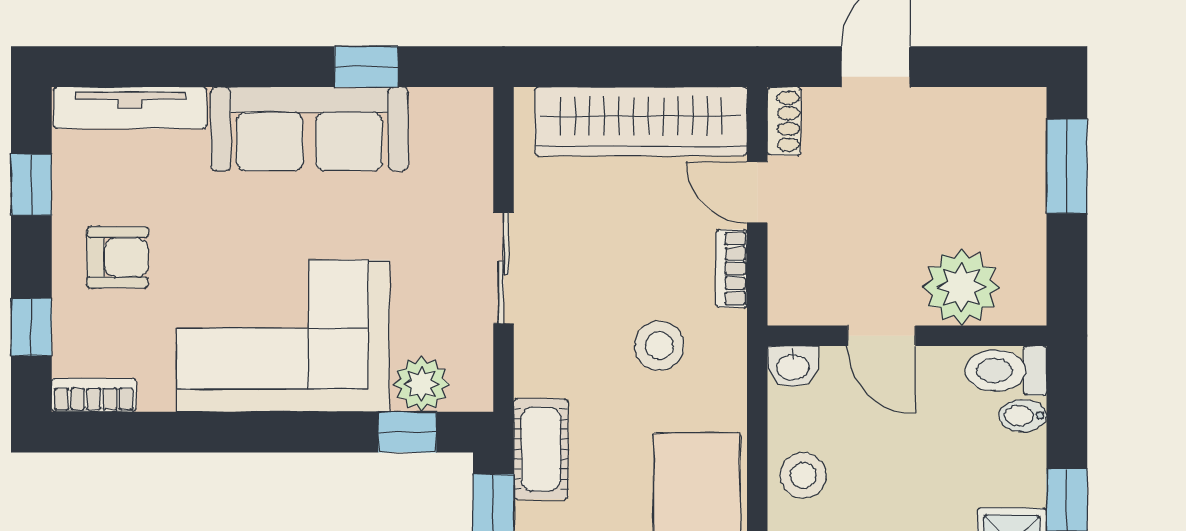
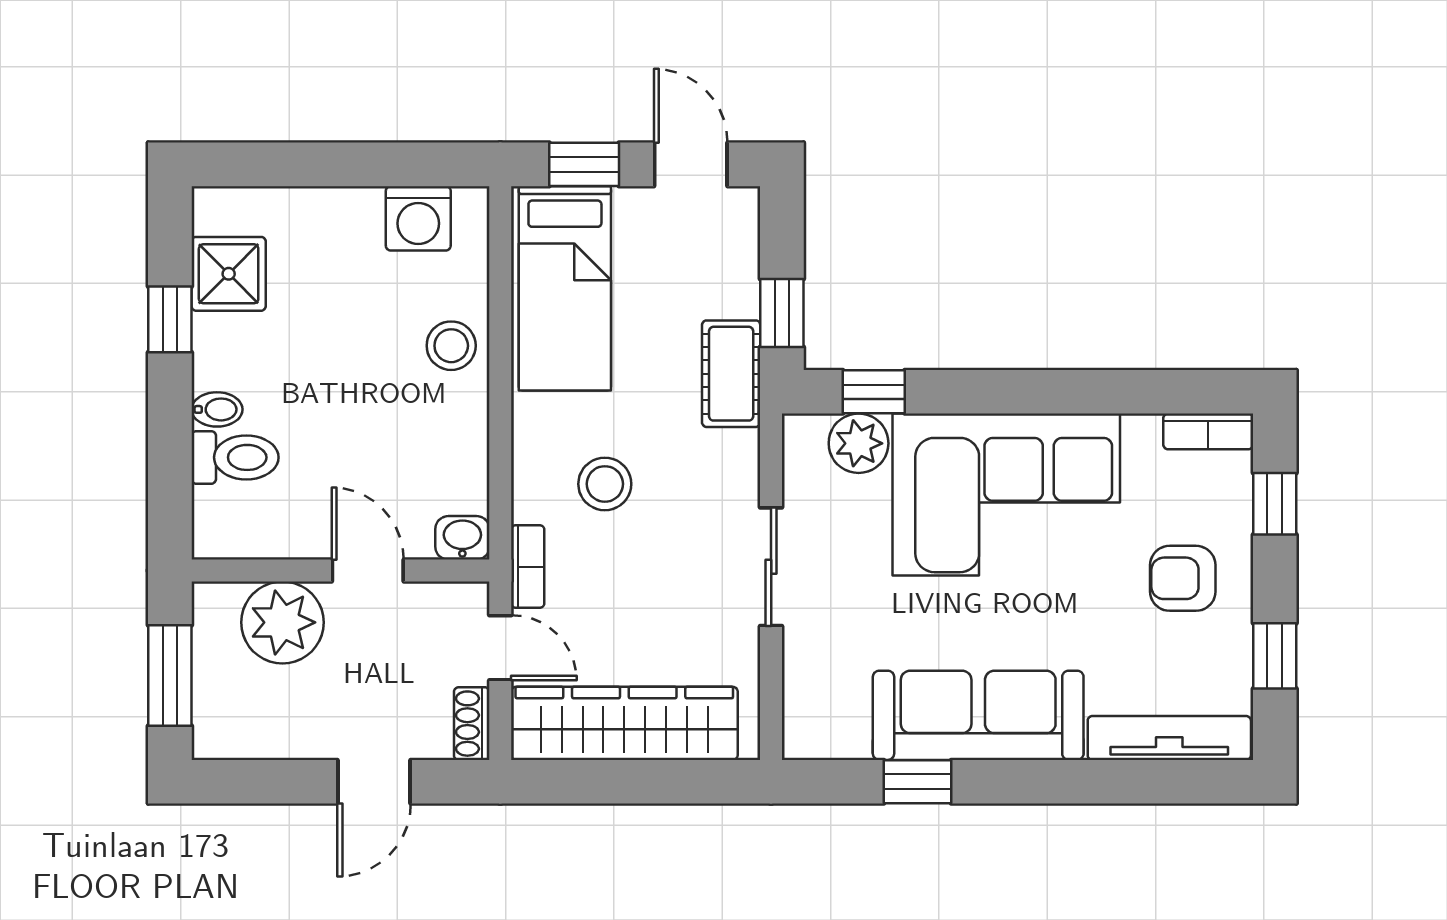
plant: (961, 287) -> (282, 622), moved
door: (882, 336) -> (368, 571), moved
wall: (907, 336) -> (340, 571), moved
washbasin: (793, 366) -> (462, 538), moved

